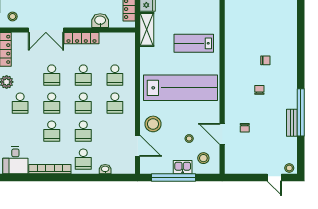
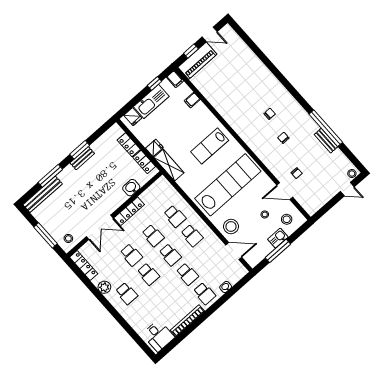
school desk: (52, 131) -> (166, 293), removed
window: (174, 177) -> (278, 251), width x0.68

